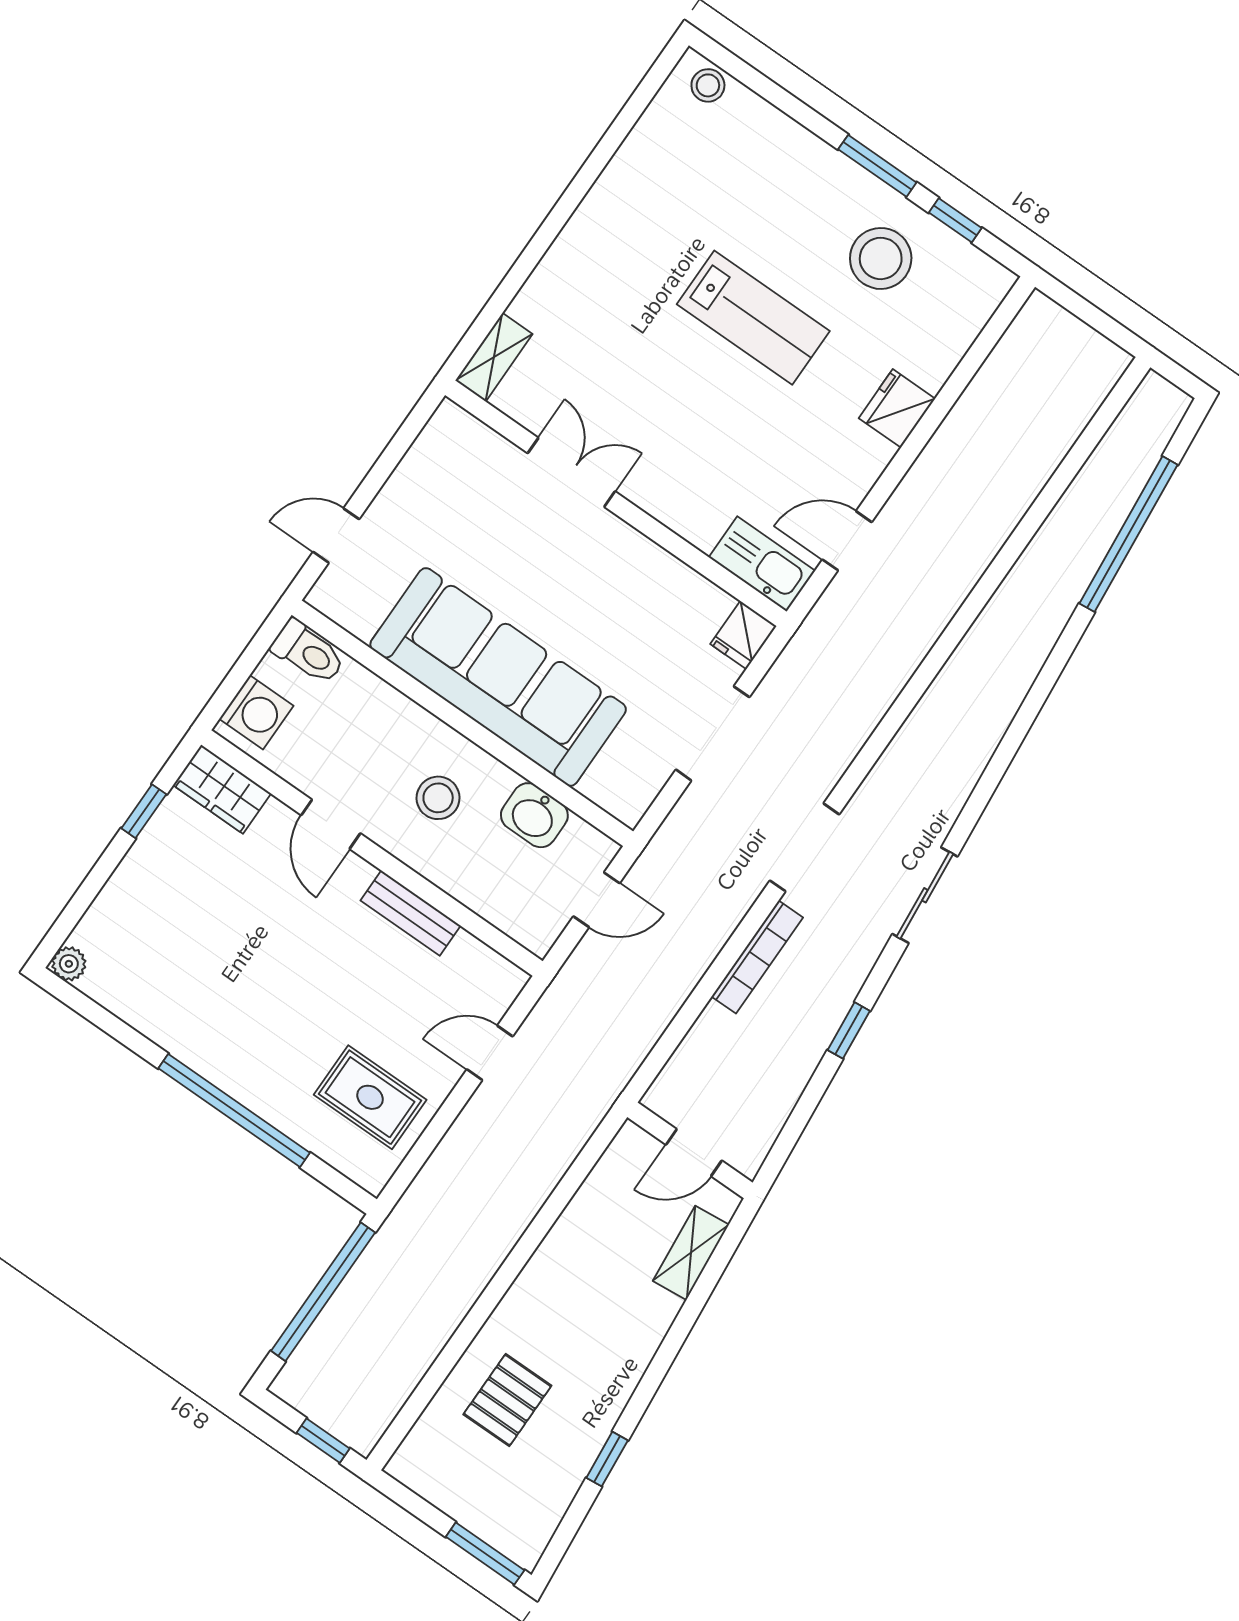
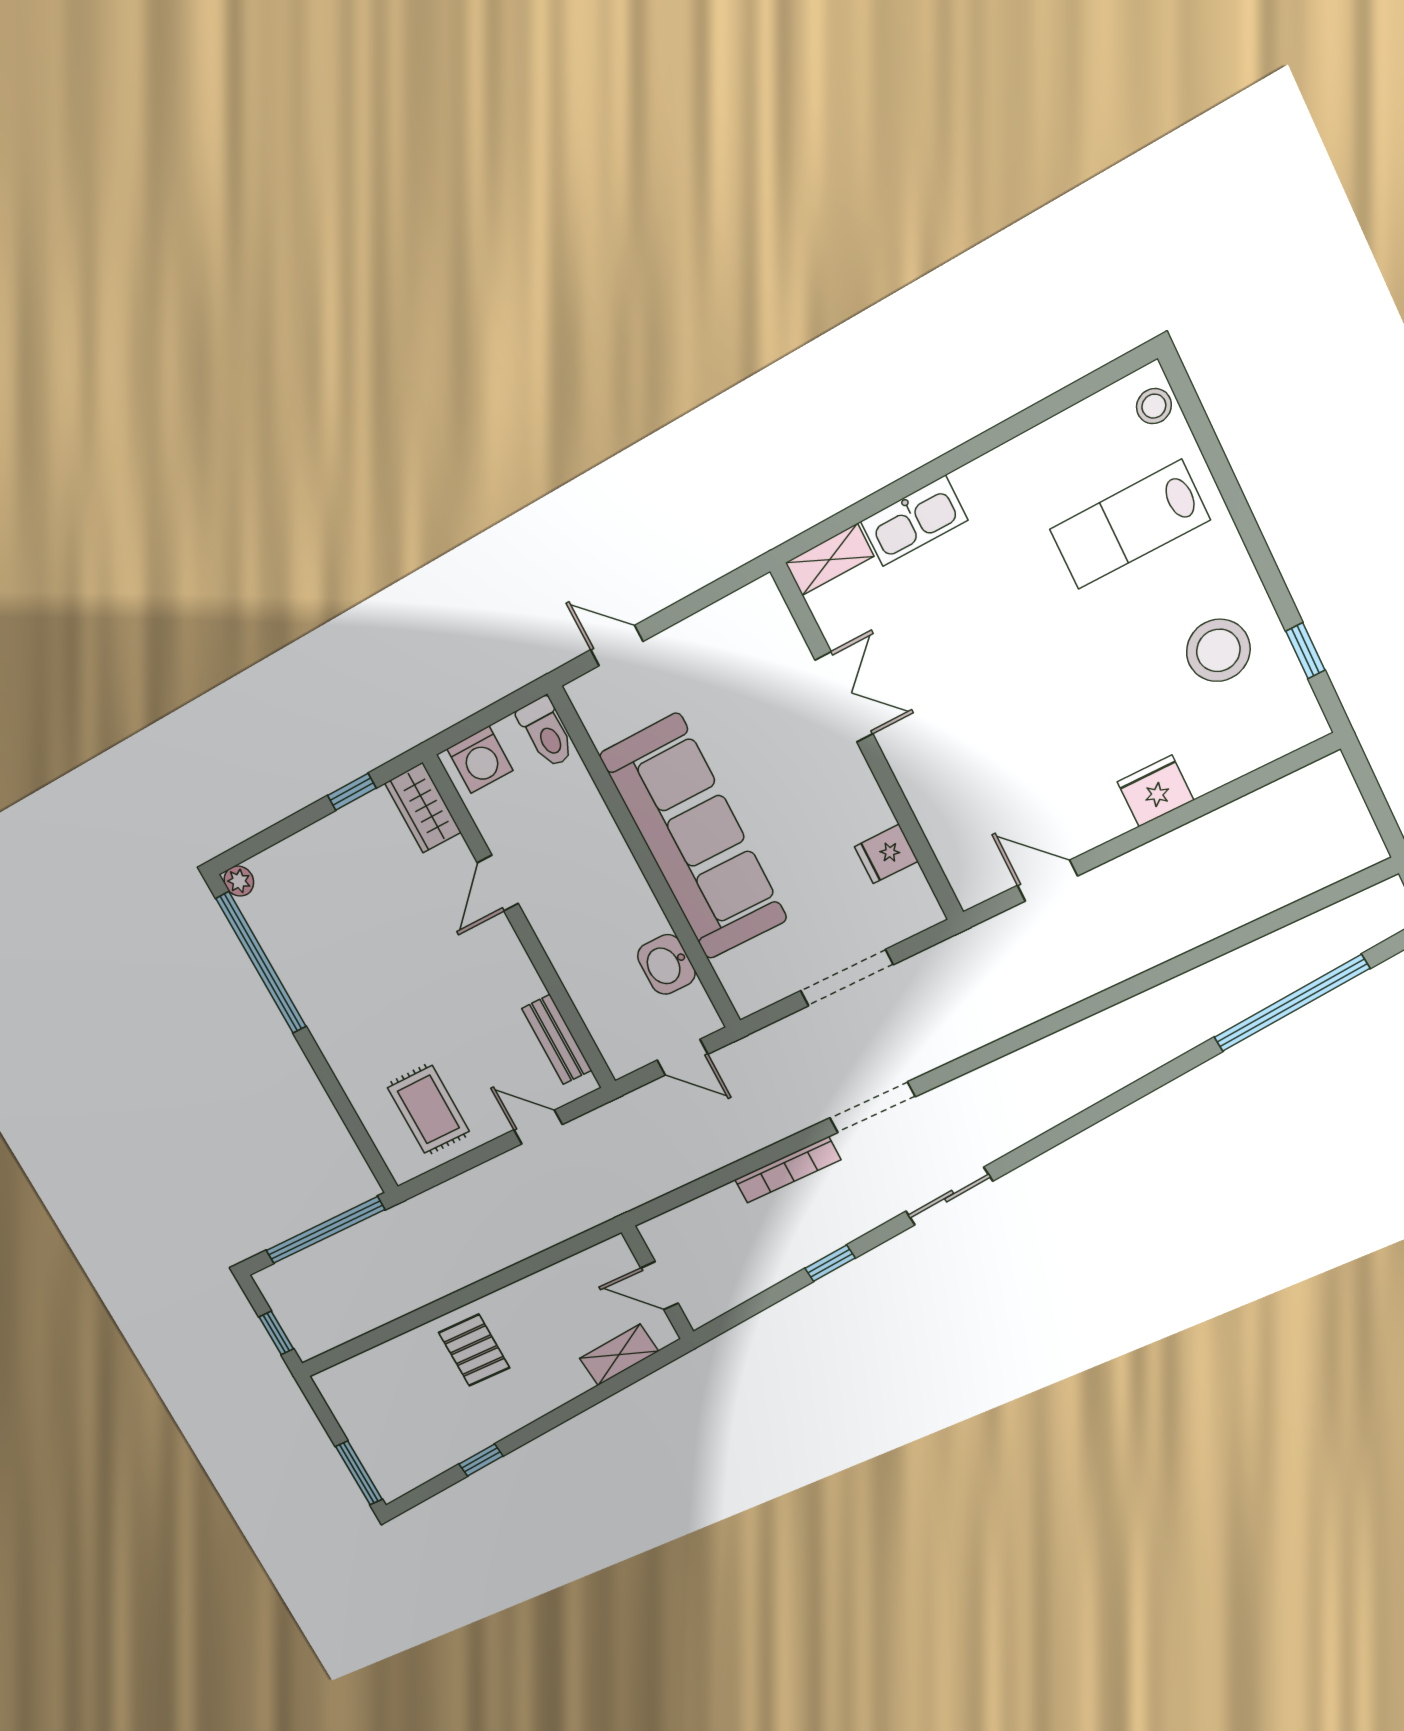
window: (877, 166) -> (1265, 564), removed
lab bench: (753, 318) -> (1130, 525), moved, turned 90
kitchen sink: (762, 564) -> (914, 521), moved, turned 90
fridge: (743, 635) -> (886, 854), moved
stool: (438, 798) -> (595, 909), removed
bench: (410, 913) -> (557, 1039), moved
window: (234, 1111) -> (261, 963), moved
pallet: (507, 1400) -> (474, 1350), moved, turned 90

